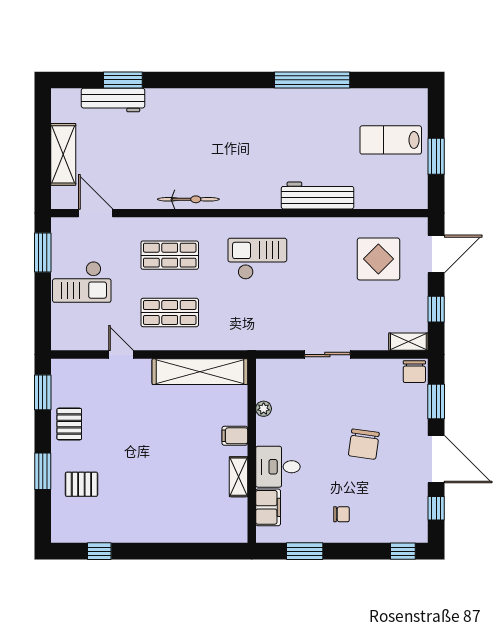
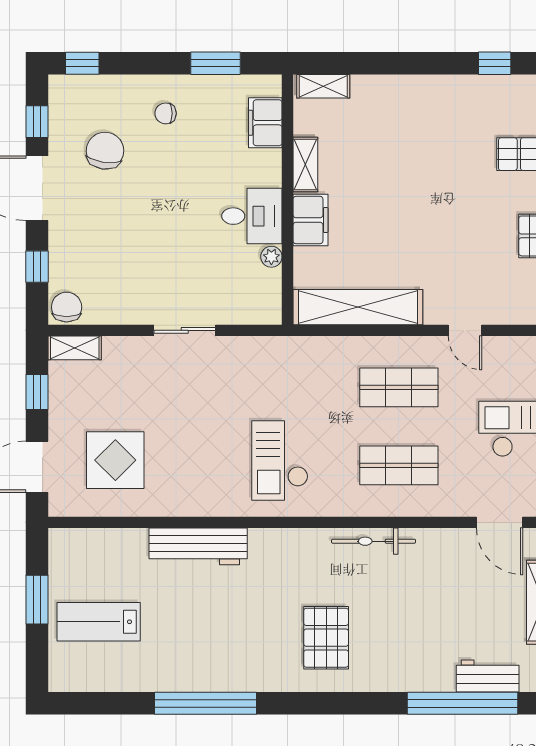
window: (123, 80) -> (462, 703), width x2.11
workbench: (113, 100) -> (488, 676), width x0.73
pallet: (223, 128) -> (326, 638), added
lab bench: (391, 140) -> (99, 622), turned 180
checkout: (257, 259) -> (280, 460), turned 90
window: (436, 401) -> (37, 267), width x0.67
filing cabinet: (235, 436) -> (310, 220), width x2.00
chair: (364, 444) -> (105, 151), moved
desk: (278, 467) -> (252, 216), moved
shelving: (225, 534) -> (323, 86), added

